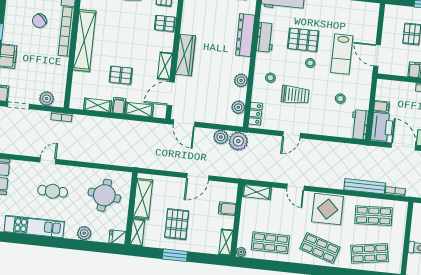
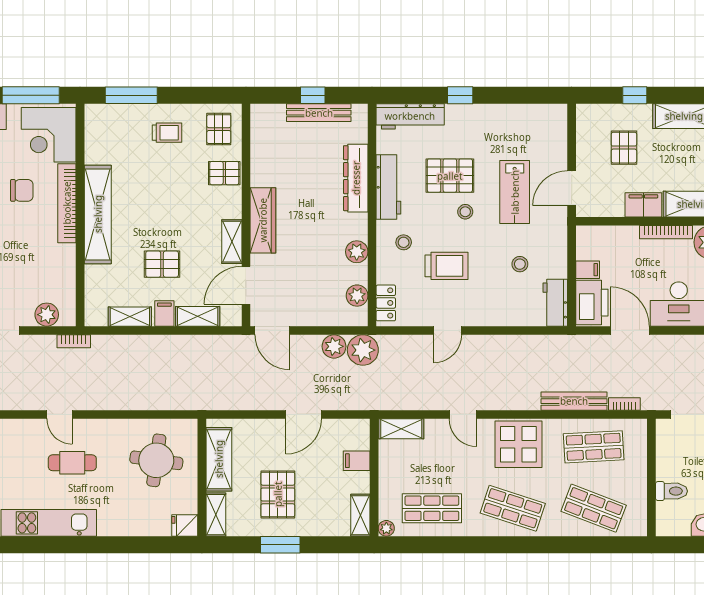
chair: (39, 21) -> (22, 190), turned -133
workbench: (265, 37) -> (388, 187), width x1.38
door: (377, 55) -> (572, 188), hinge flipped
door: (48, 161) -> (59, 414), swing flipped
plant: (84, 233) -> (131, 525), removed
shop shelf: (370, 253) -> (594, 508), turned 30

